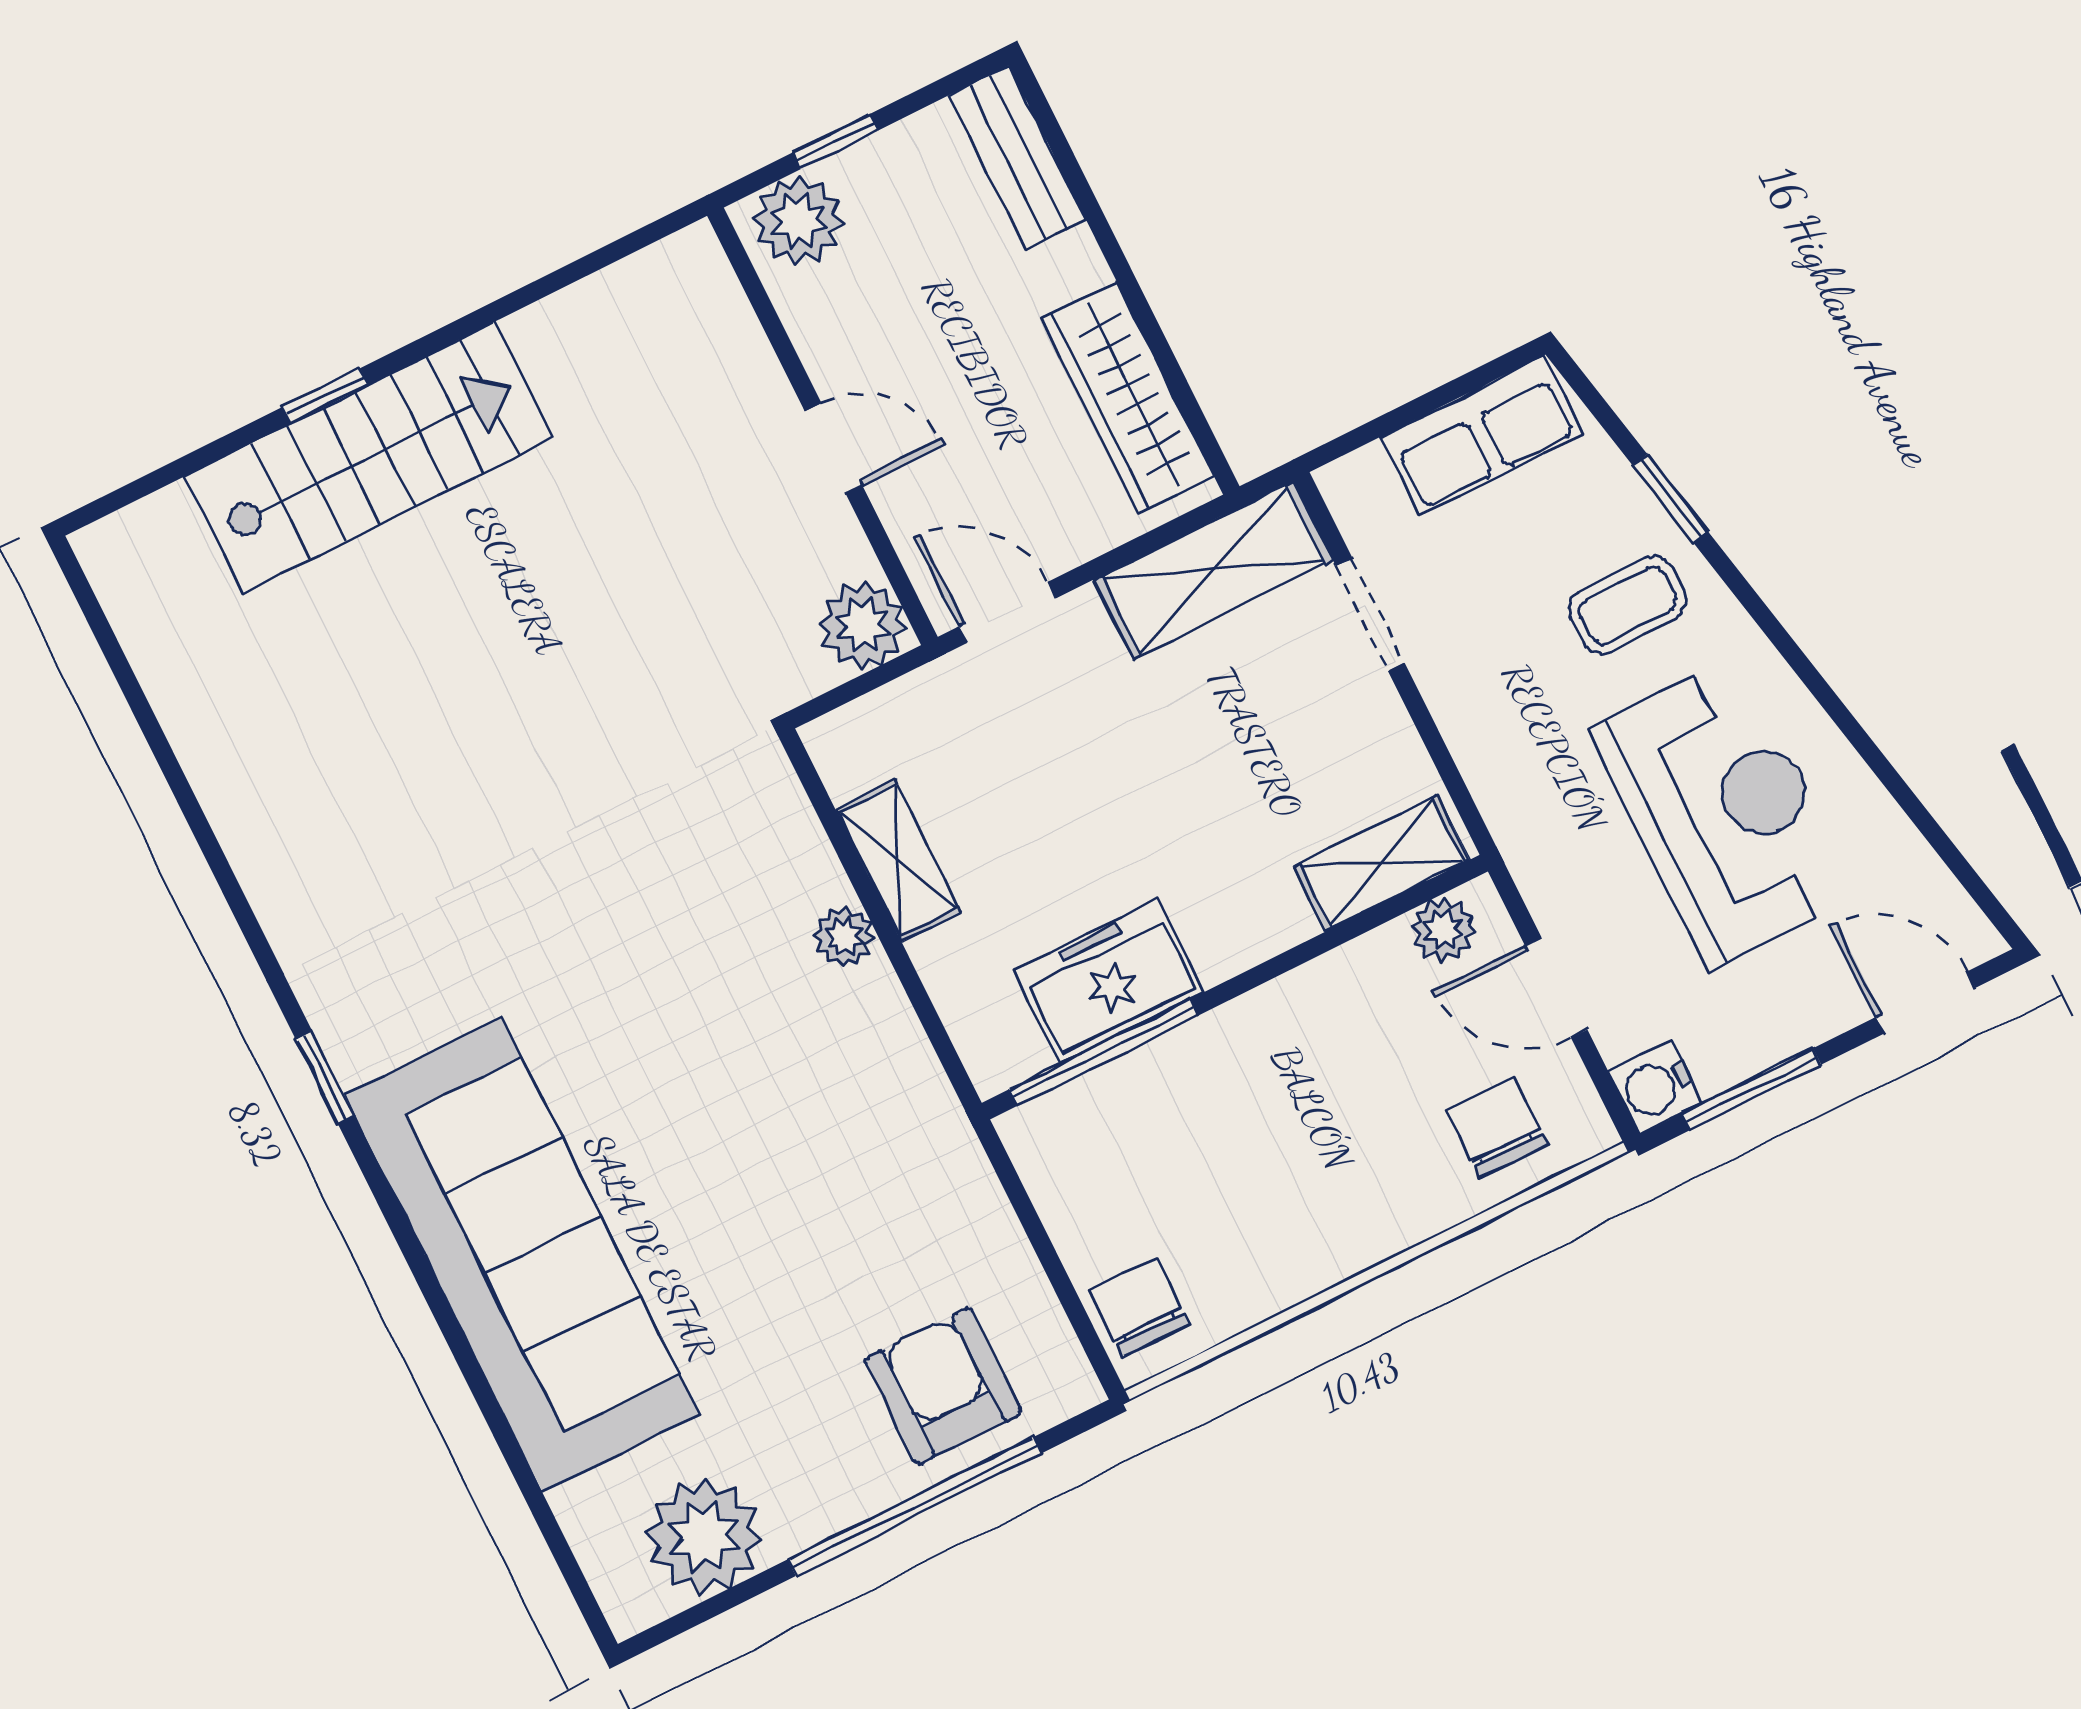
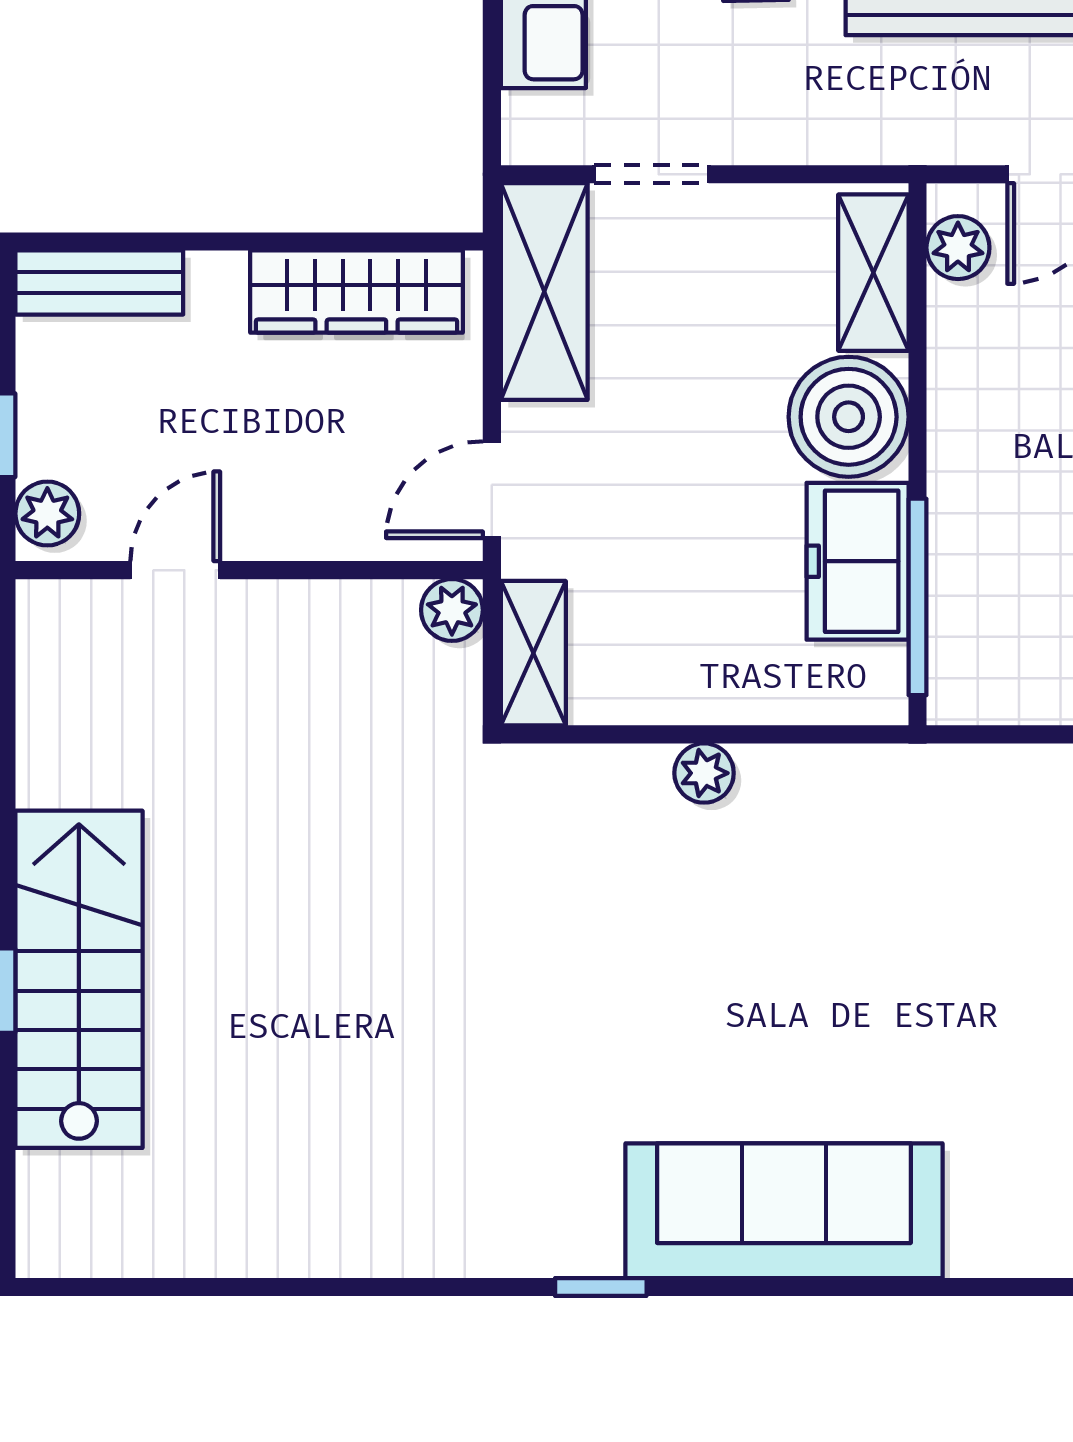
plant: (798, 221) -> (47, 514), width x0.73, depth x0.73
door: (834, 449) -> (175, 570), moved
plant: (863, 625) -> (452, 610), width x0.73, depth x0.73
shelving: (898, 861) -> (533, 653), moved, turned 90
boiler: (1238, 907) -> (849, 417), added
sofa: (522, 1255) -> (784, 1211), width x0.74, depth x0.79

